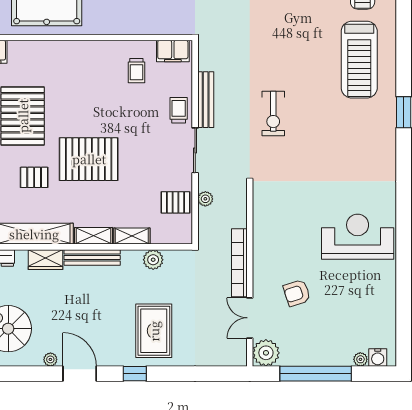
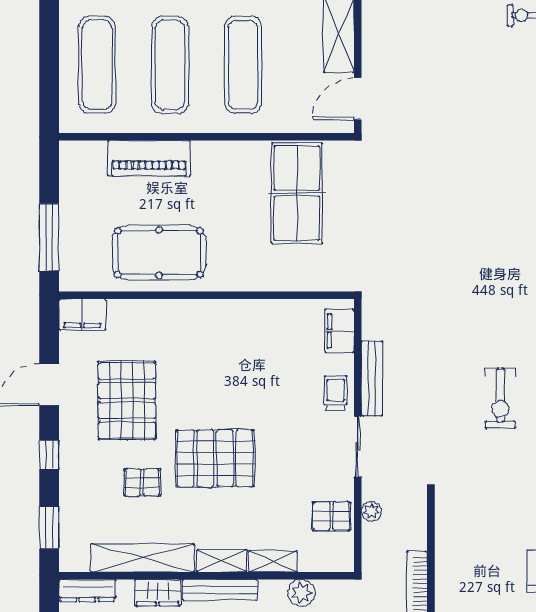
filing cabinet: (173, 51) -> (340, 331), moved, turned 90
trolley: (136, 71) -> (279, 340), removed
exercise bike: (273, 114) -> (500, 398), moved

